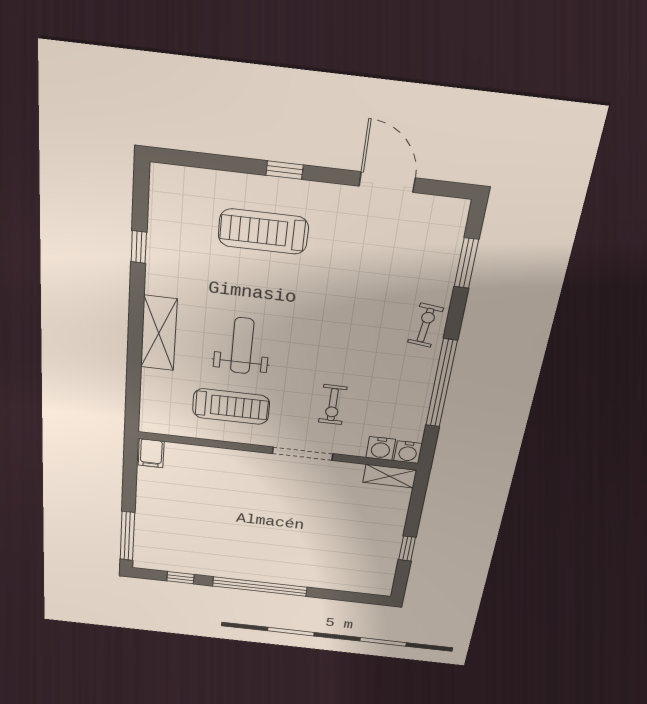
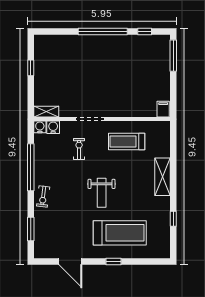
treadmill: (263, 232) -> (120, 233), width x1.37, depth x1.38
weight bench: (242, 346) -> (102, 193), moved

